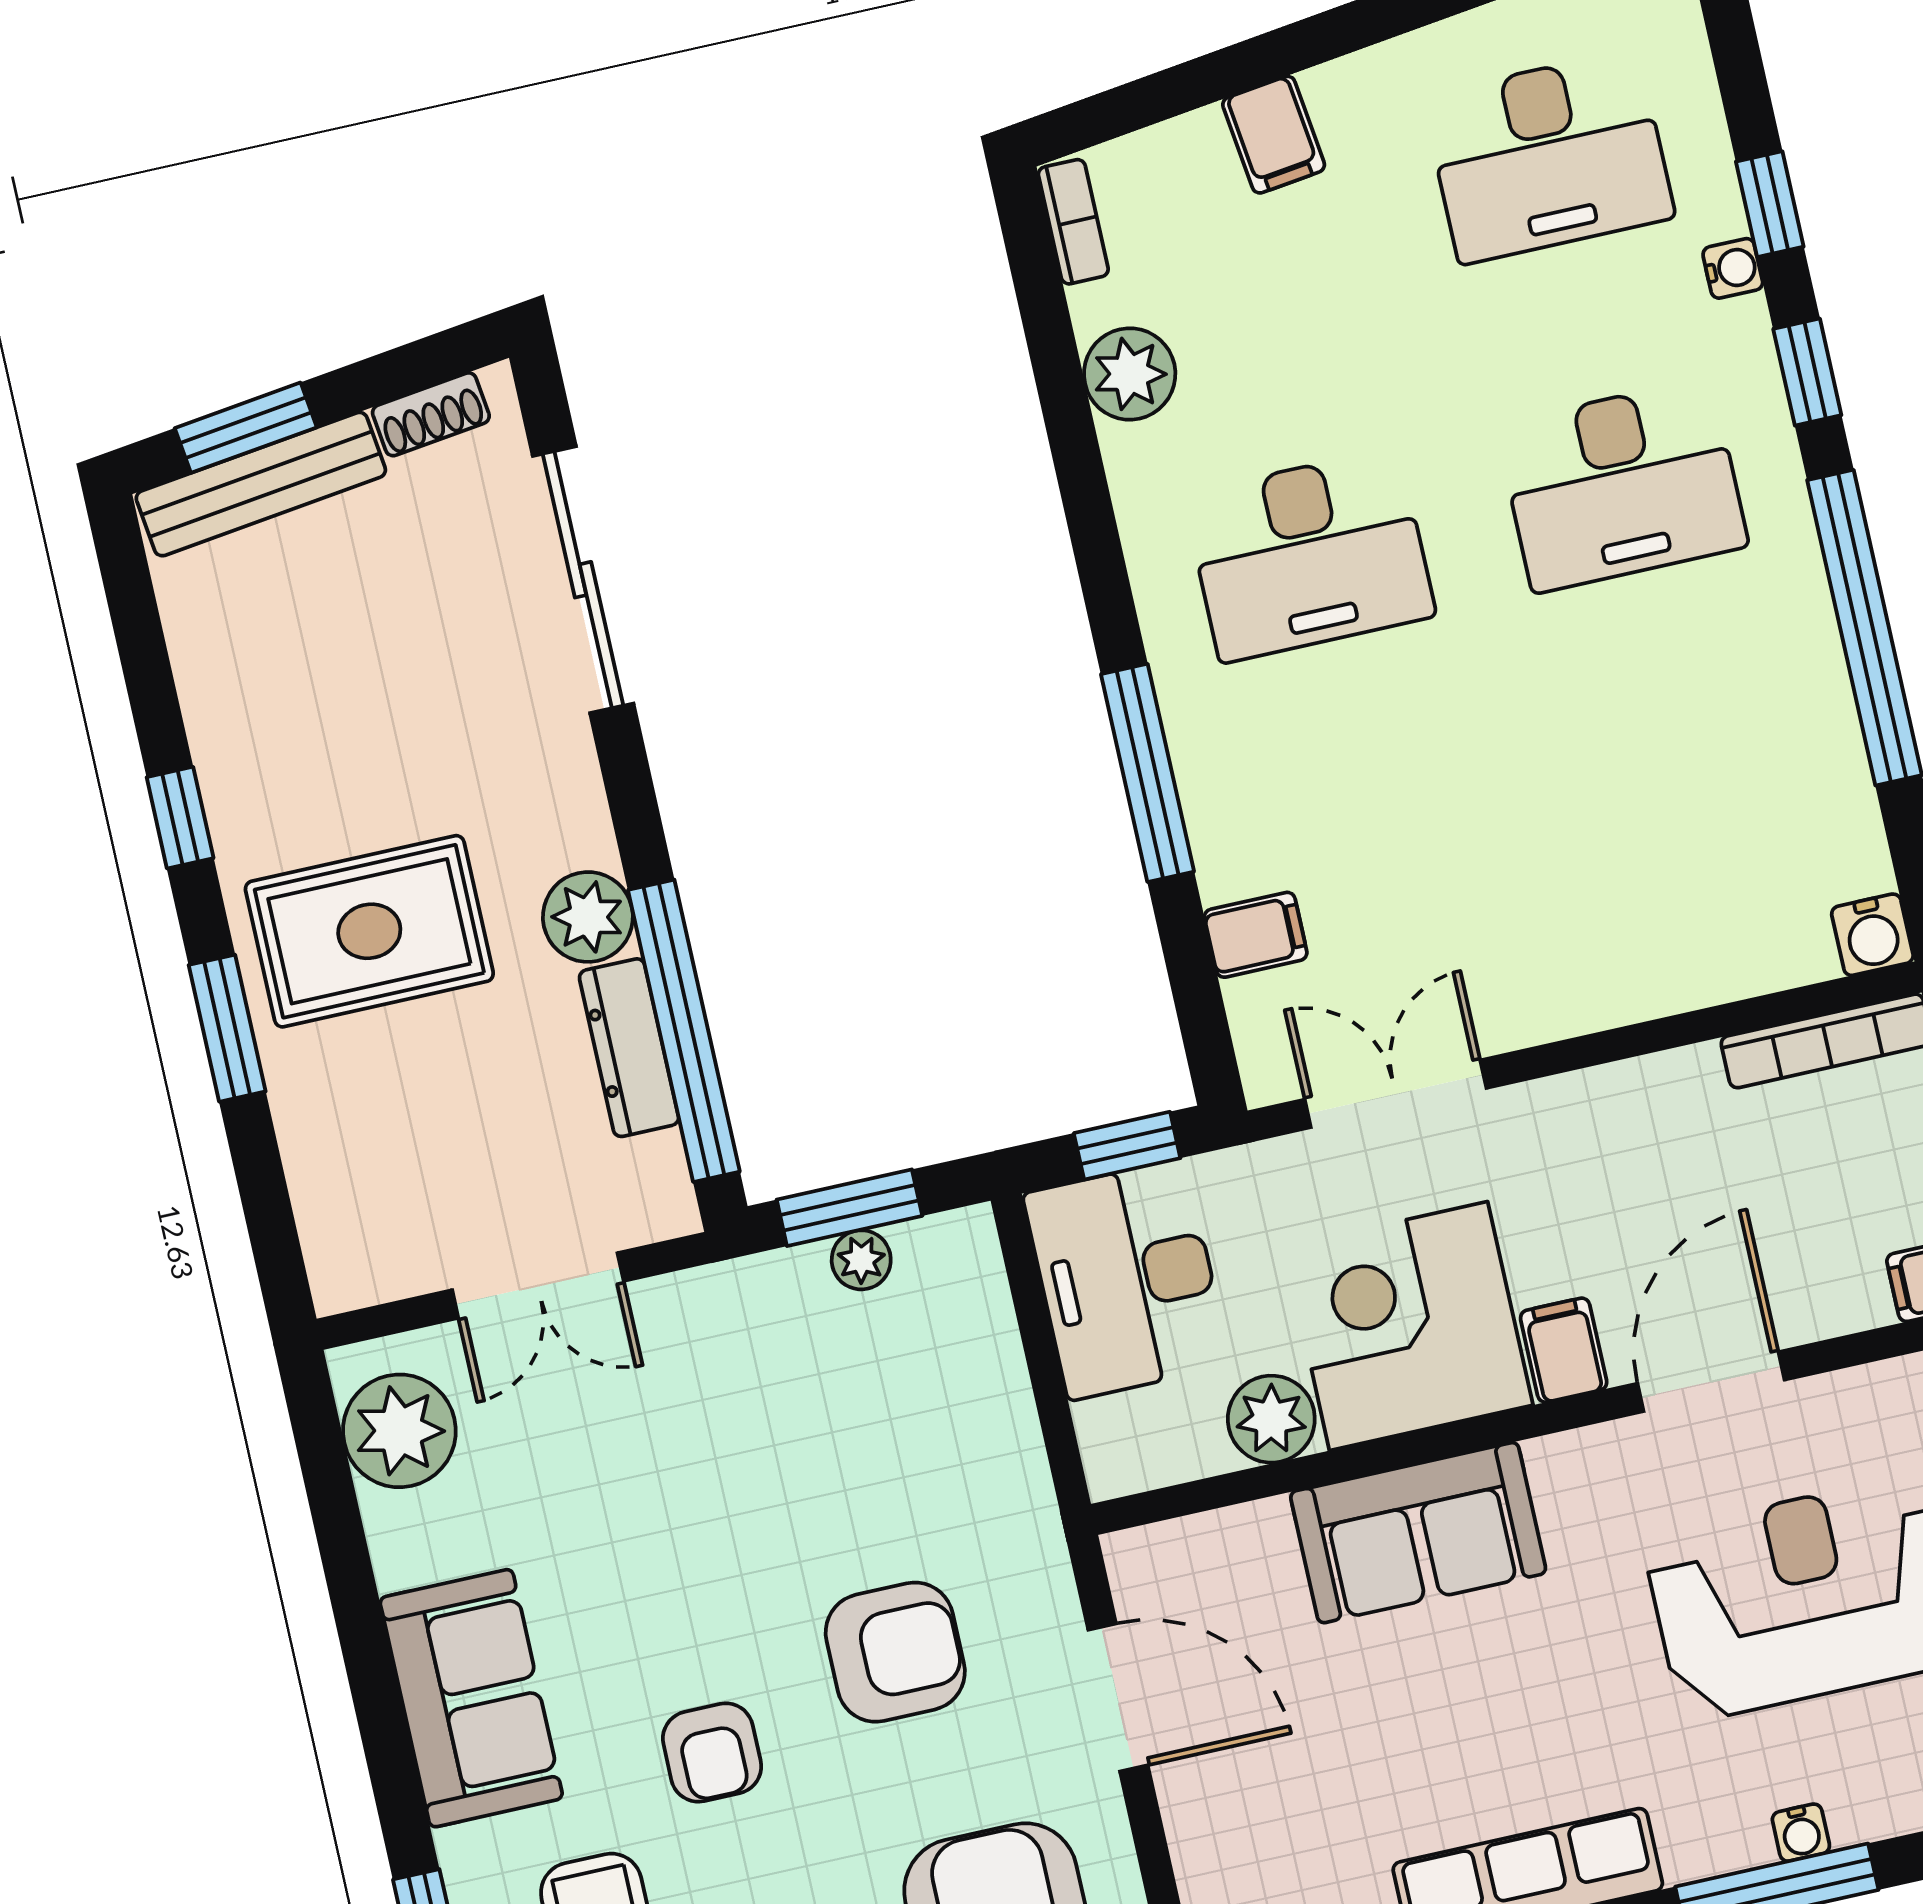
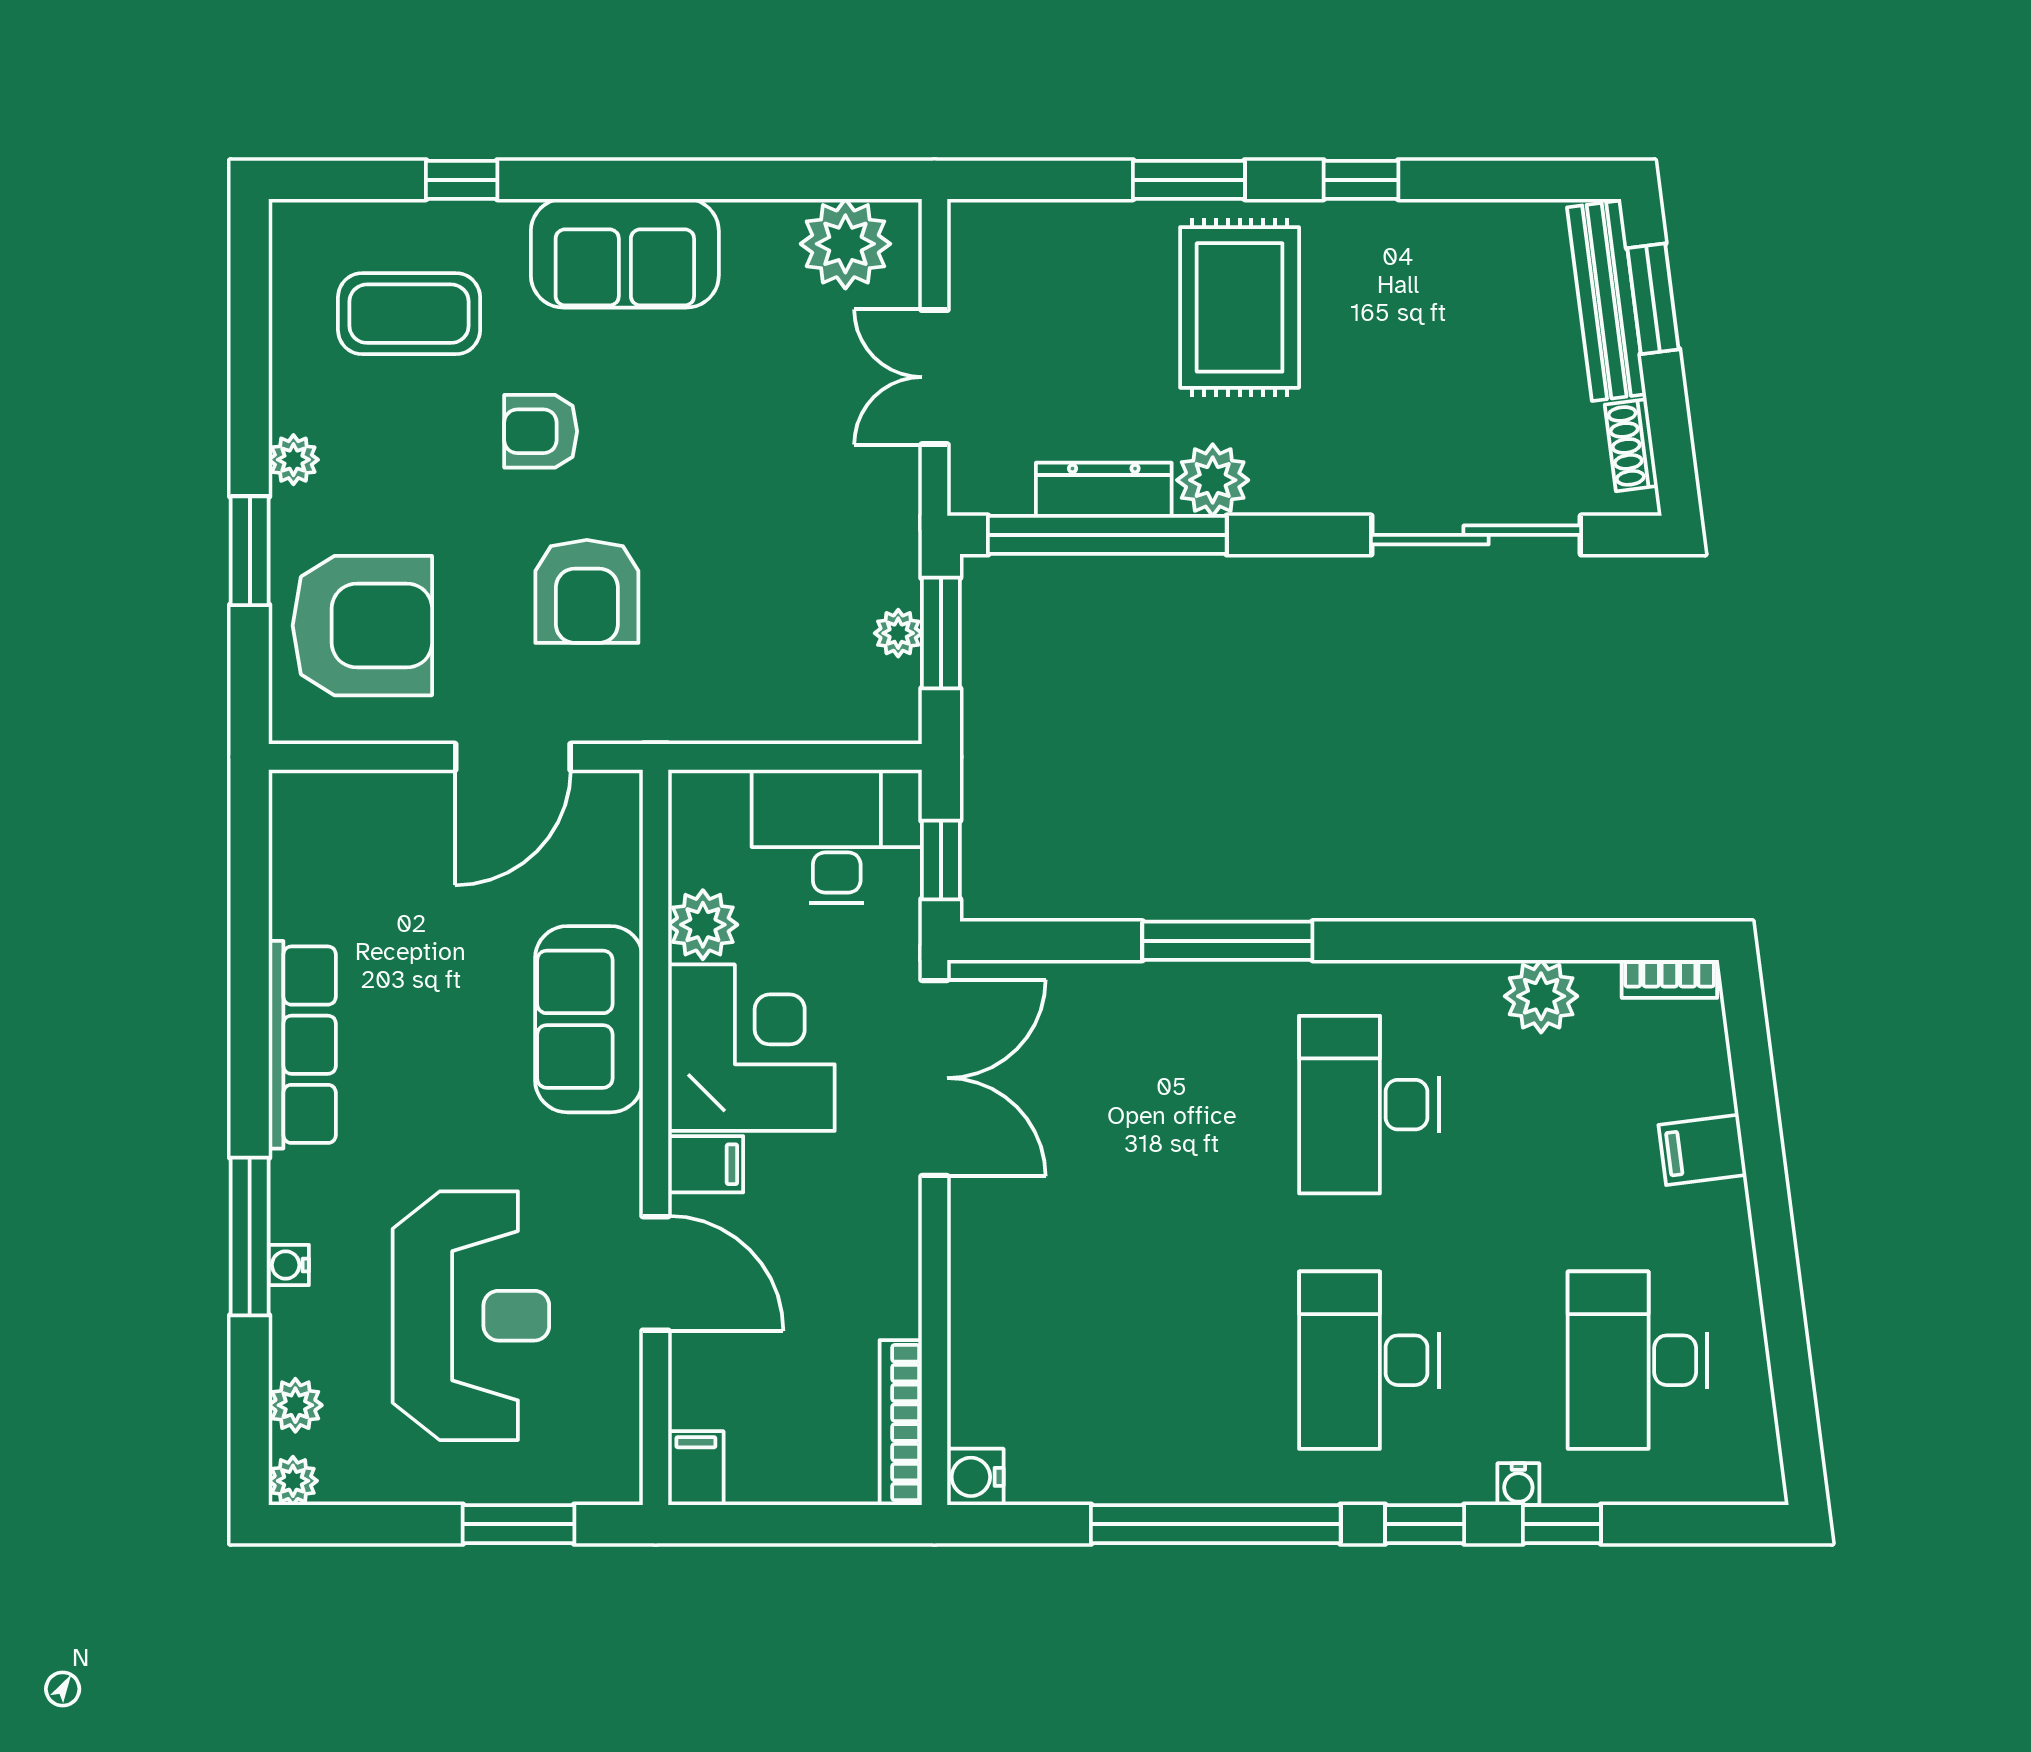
filing cabinet: (1256, 935) -> (1083, 997), removed
double door: (1396, 1094) -> (934, 1078), width x1.37

